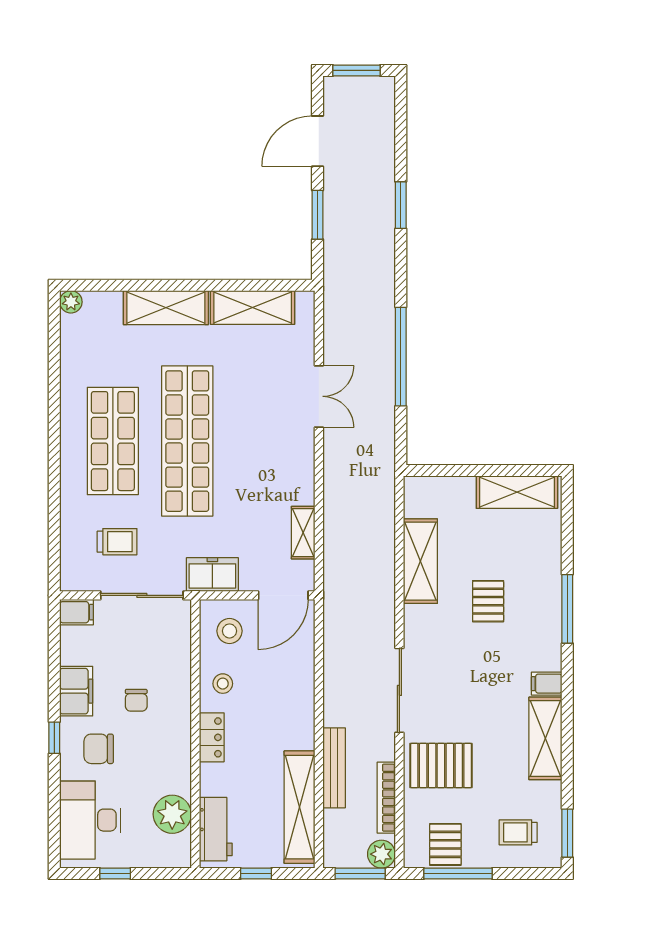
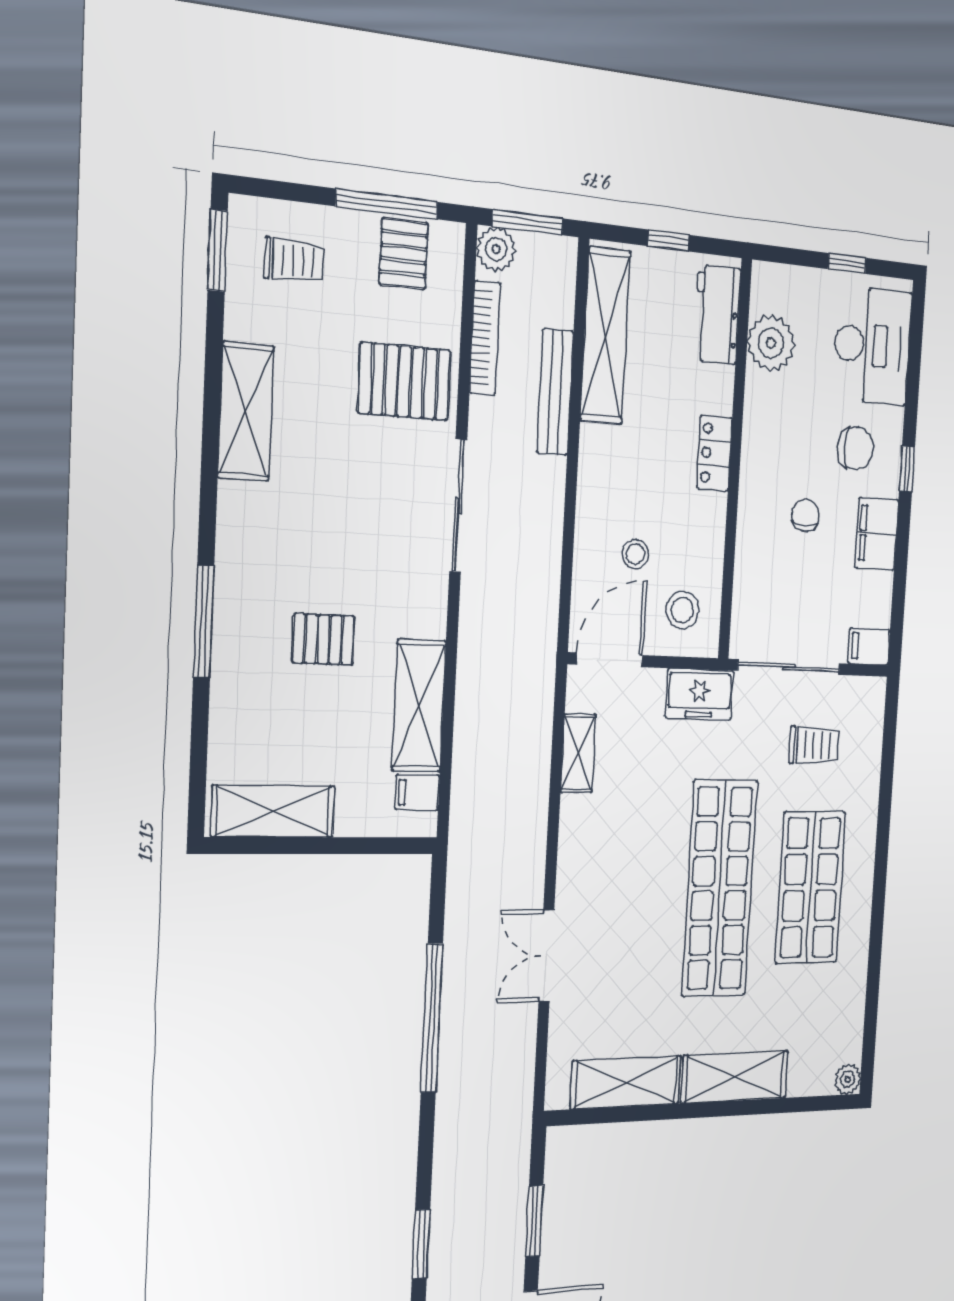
trolley: (117, 542) -> (814, 745), turned 180
pallet: (488, 601) -> (323, 639), turned 90
stool: (223, 684) -> (635, 554), moved
filing cabinet: (547, 684) -> (417, 792), moved, turned 180

